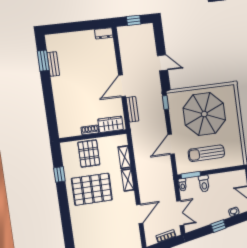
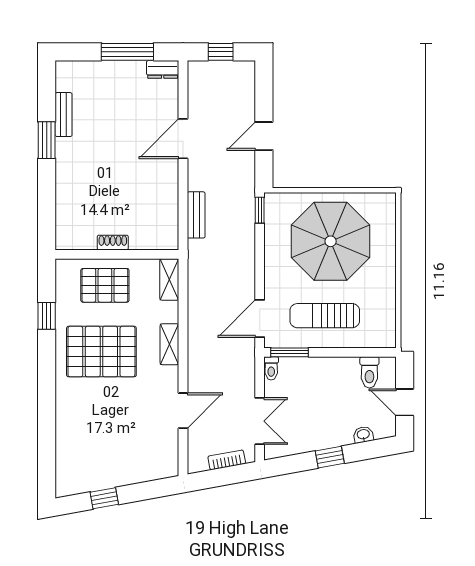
window: (83, 26) -> (127, 52), added
window: (43, 61) -> (47, 140), moved
door: (163, 63) -> (264, 136), swing flipped
door: (122, 86) -> (183, 139), moved
wardrobe: (111, 124) -> (152, 237), removed
door: (171, 144) -> (260, 318), moved
pallet: (89, 154) -> (105, 285), turned 90
shelving: (124, 157) -> (169, 279), moved
toilet: (204, 184) -> (369, 372), moved

